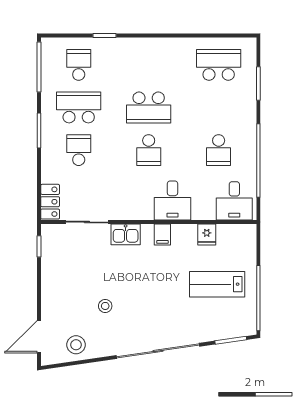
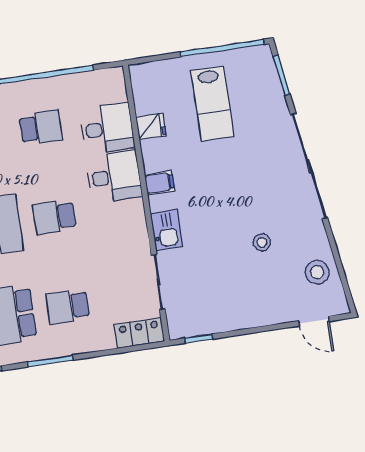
school desk: (149, 150) -> (54, 217), turned 180
desk: (234, 201) -> (107, 129), moved
door: (39, 337) -> (314, 321), width x0.73

